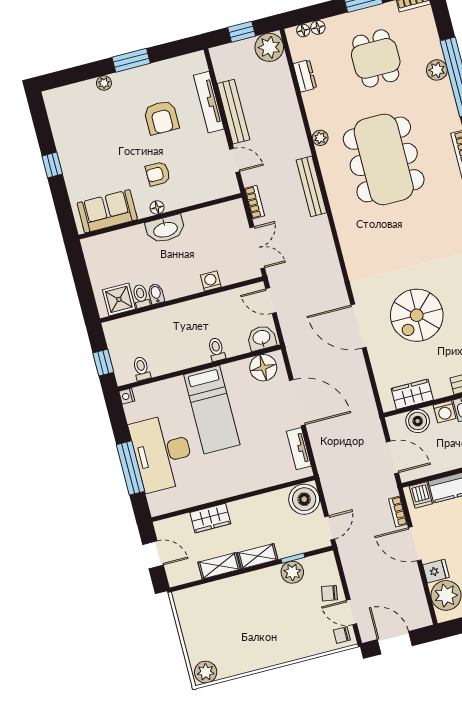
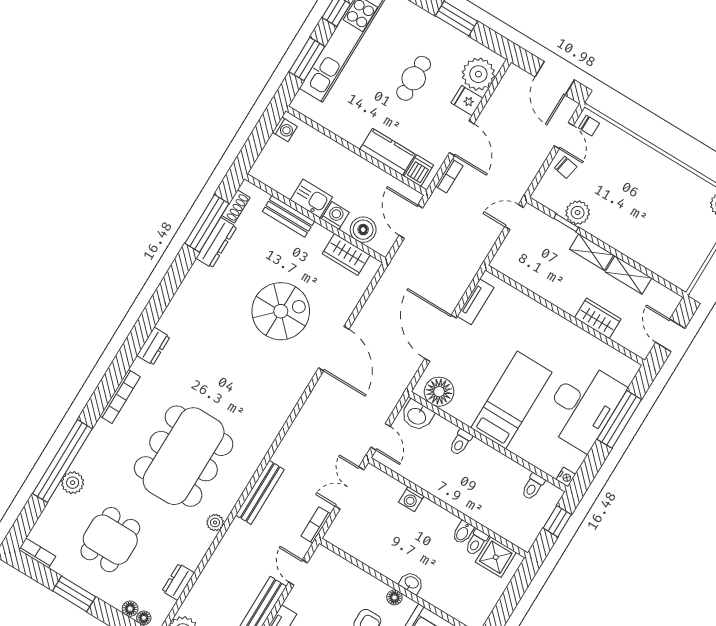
washbasin: (165, 229) -> (411, 583), width x0.52, depth x0.69
boiler: (304, 499) -> (511, 259), removed

